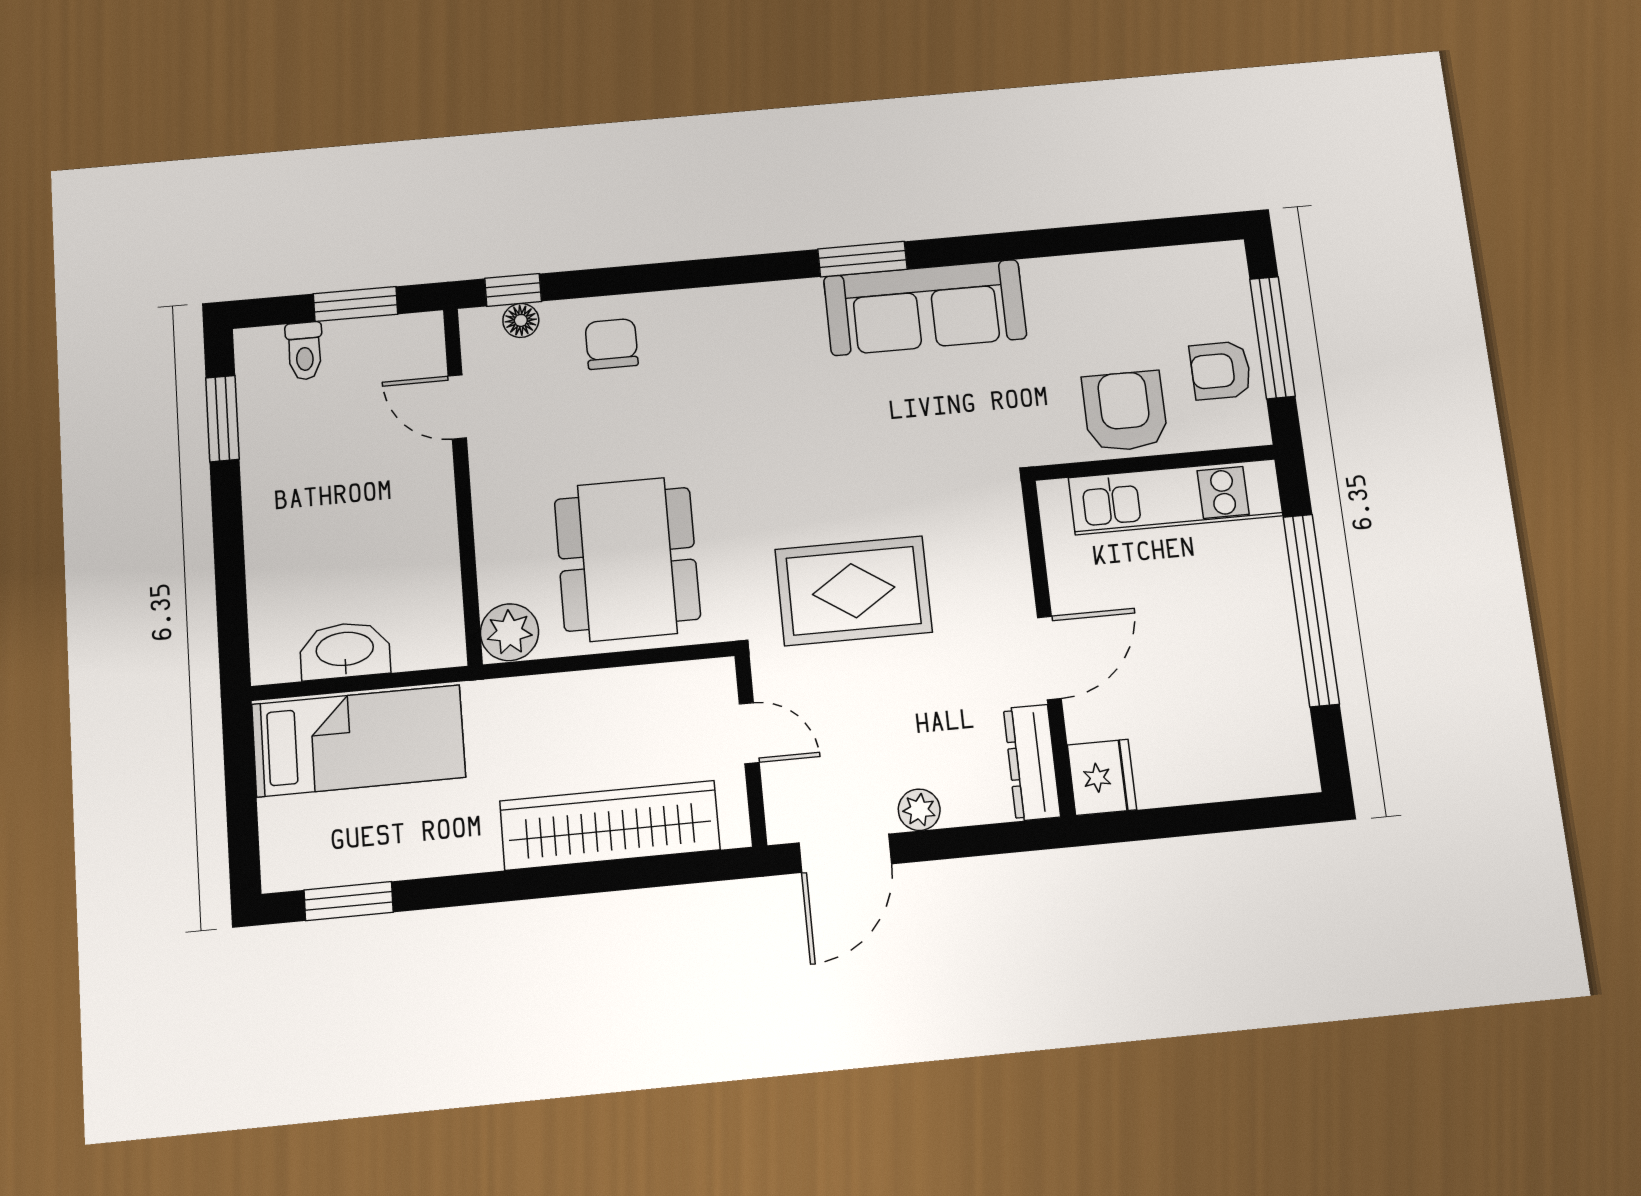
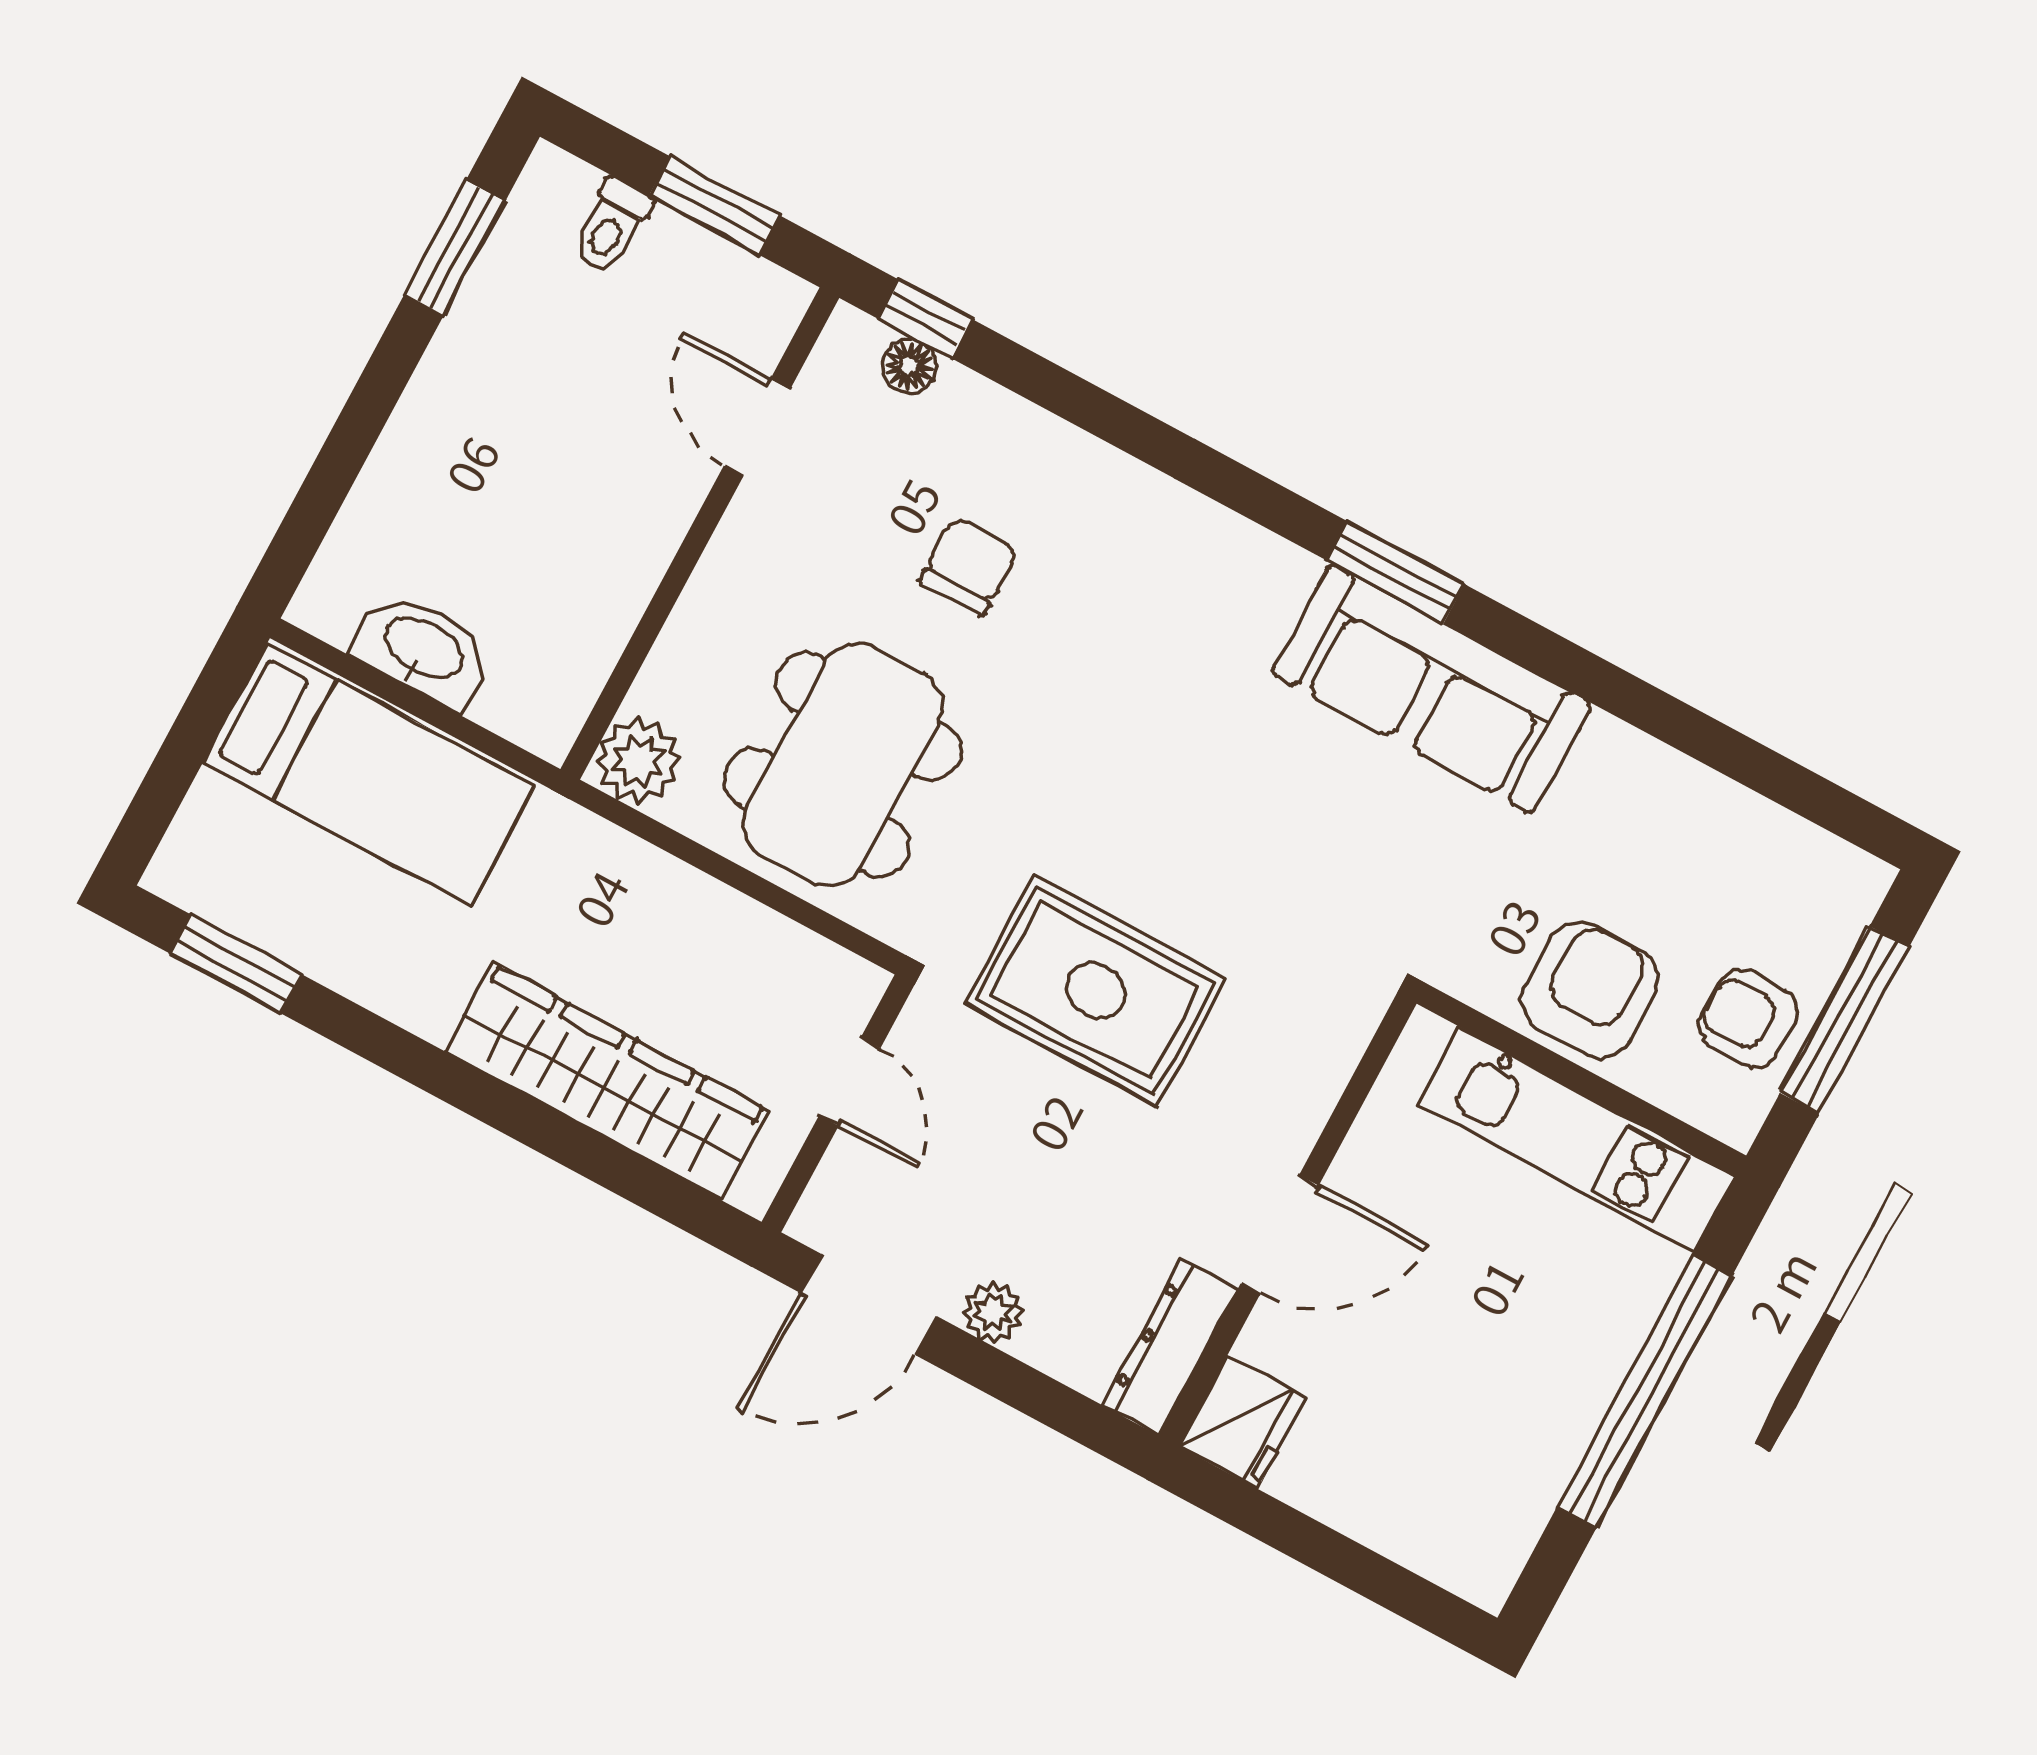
chair: (612, 344) -> (969, 566), moved

